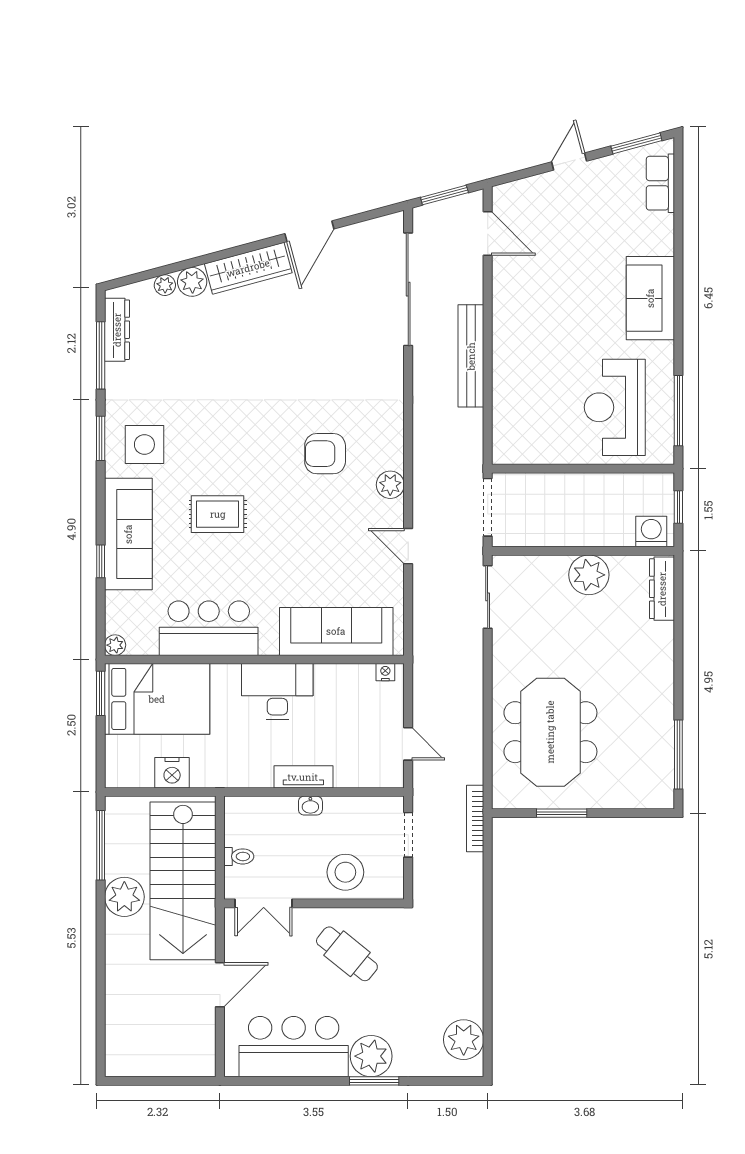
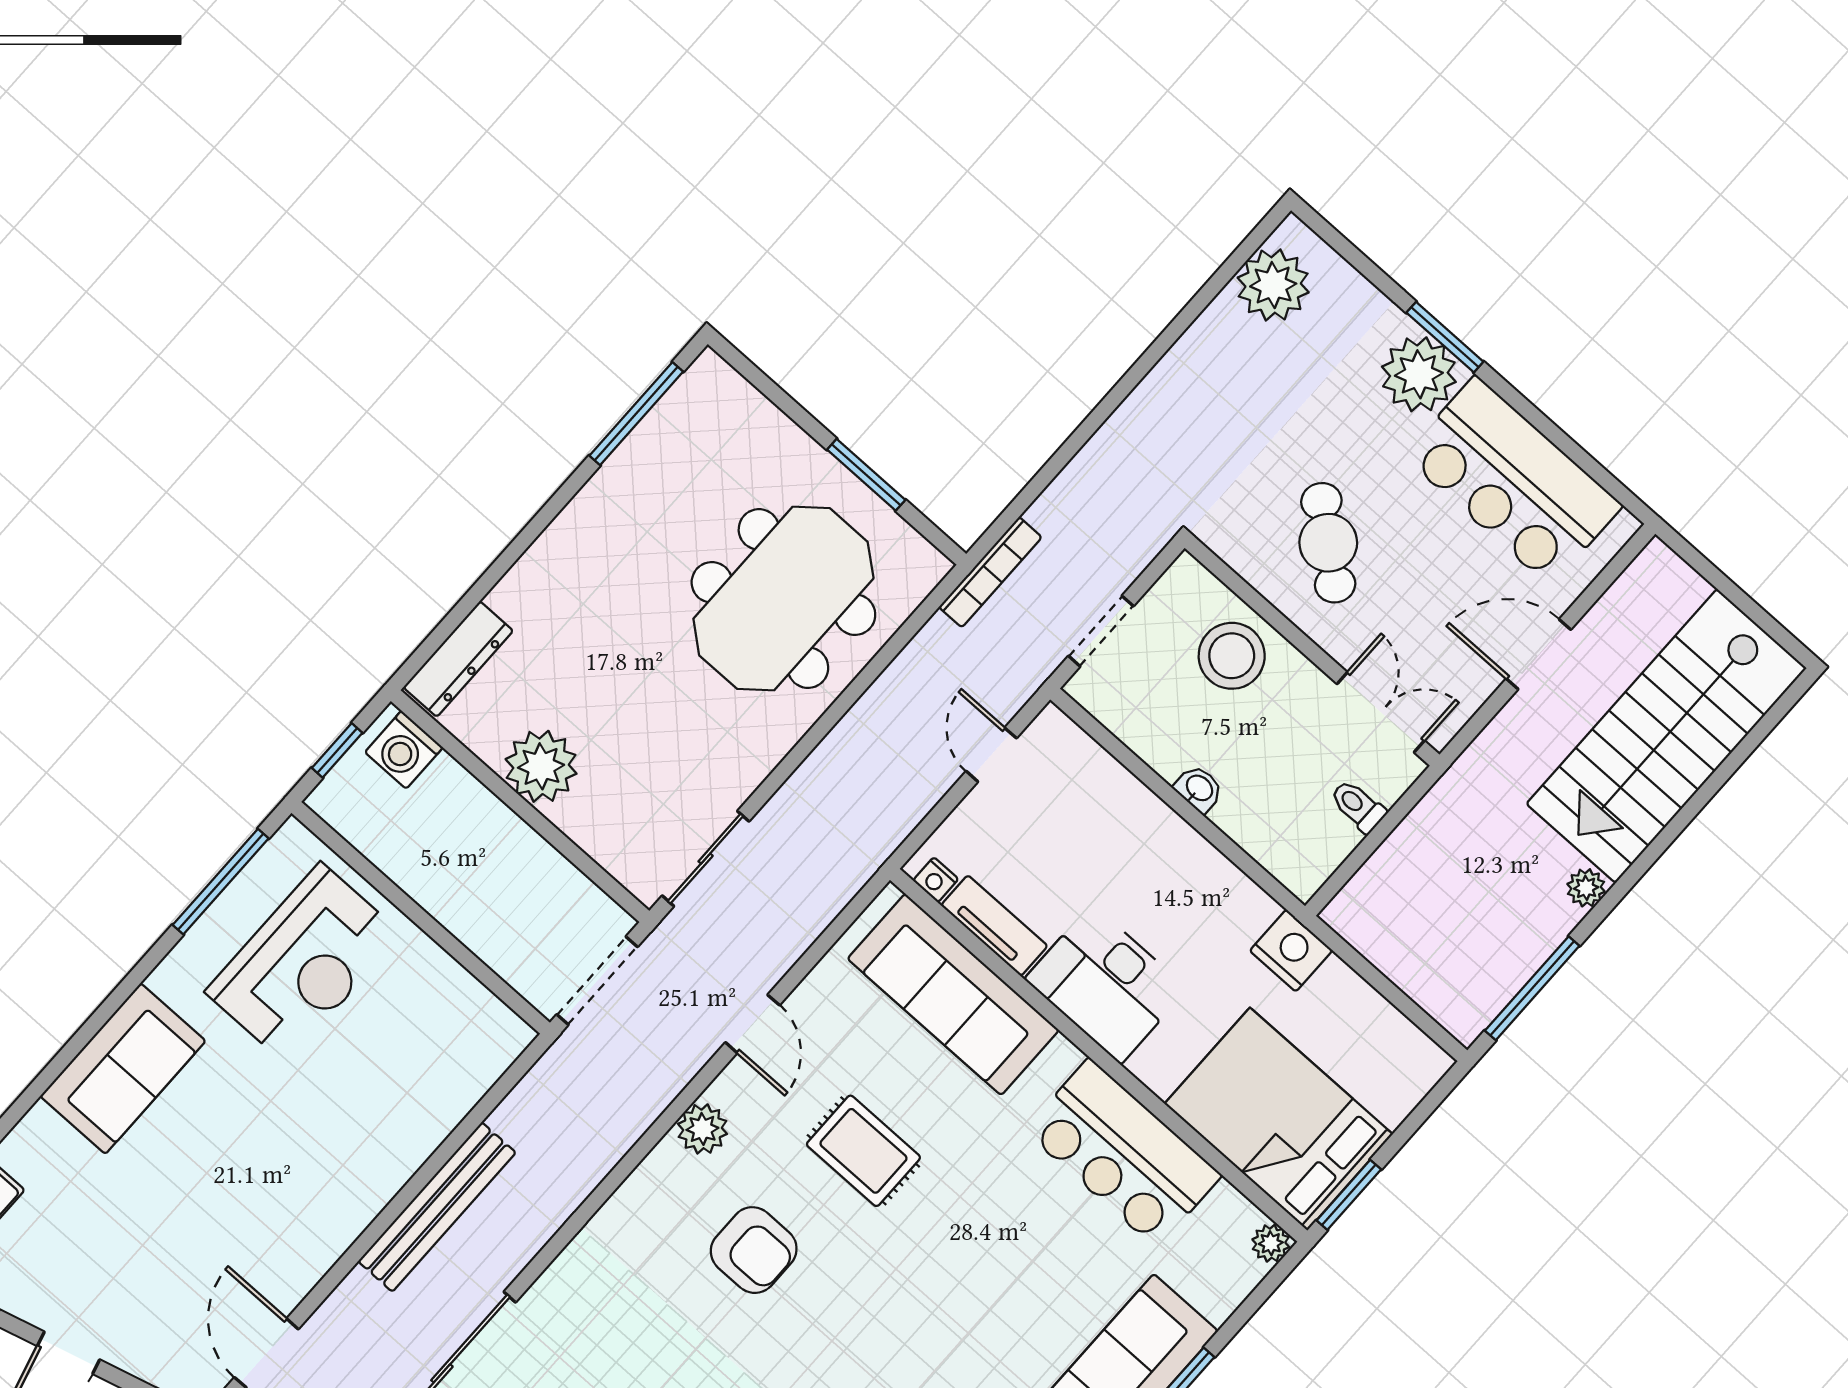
rug: (218, 514) -> (863, 1151), moved
nightstand: (172, 773) -> (1291, 951), moved
tv unit: (303, 777) -> (994, 926), moved, turned 180
stairs: (183, 881) -> (1666, 736), moved, turned 180
plant: (124, 897) -> (1586, 888), width x0.53, depth x0.53

